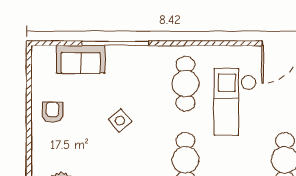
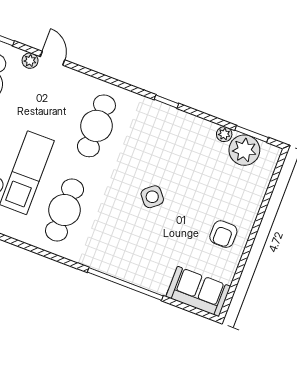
sofa: (81, 59) -> (198, 292), moved

